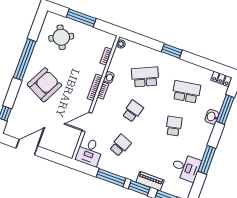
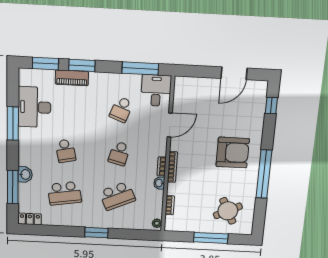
armchair: (44, 85) -> (233, 153), turned -117
desk: (186, 167) -> (34, 107), width x1.37
window: (111, 178) -> (140, 68), moved

